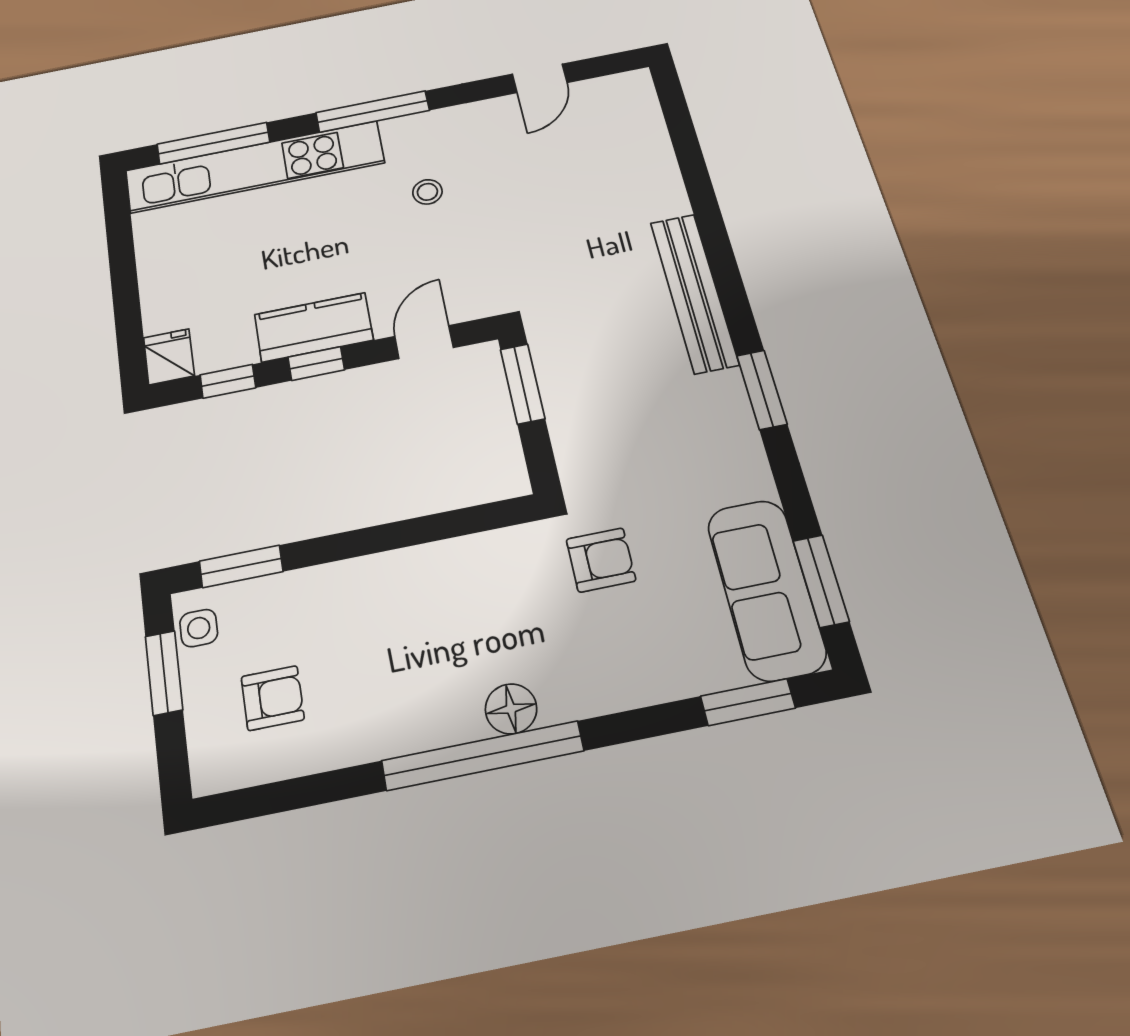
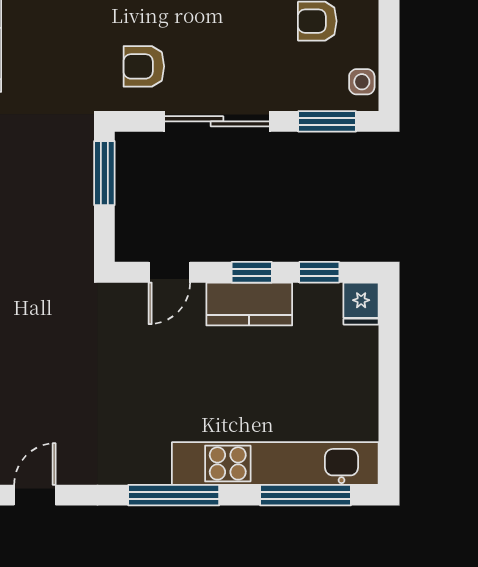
stool: (427, 192) -> (144, 406), removed
window: (523, 384) -> (104, 173), moved
sliding door: (394, 536) -> (217, 121), added
armchair: (601, 560) -> (144, 66), moved
window: (164, 673) -> (389, 54), removed

